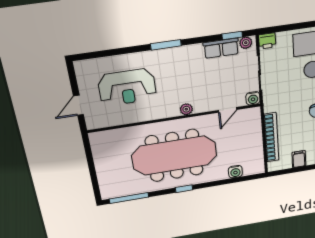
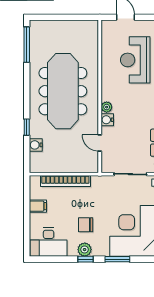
water cooler: (253, 98) -> (107, 120), moved
window: (184, 189) -> (27, 127), moved

